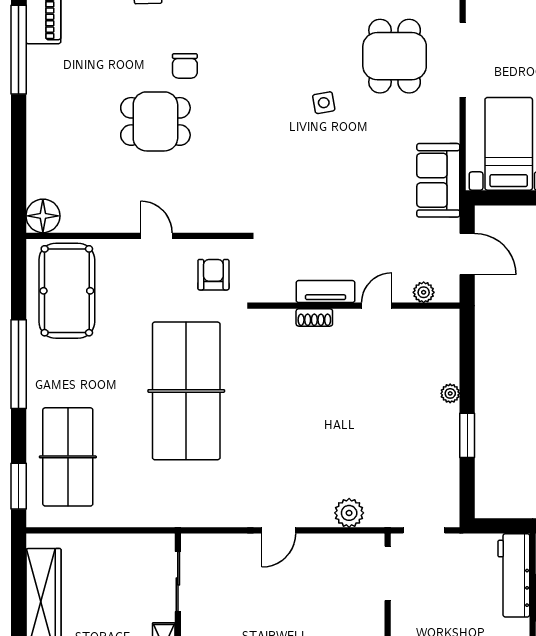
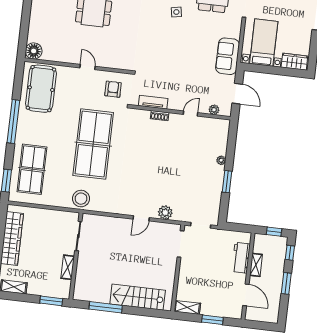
tv unit: (326, 292) -> (153, 102), moved
stool: (174, 505) -> (81, 199), added
door: (279, 530) -> (141, 218), moved
workbench: (514, 575) -> (241, 258), width x0.73

